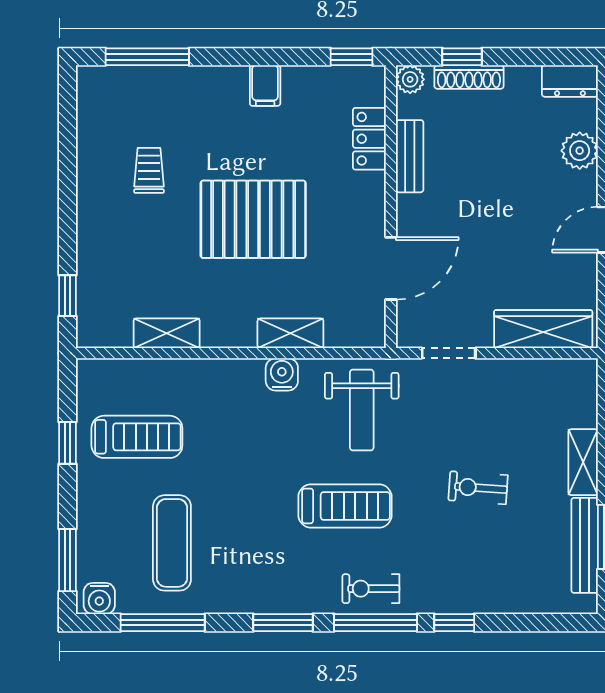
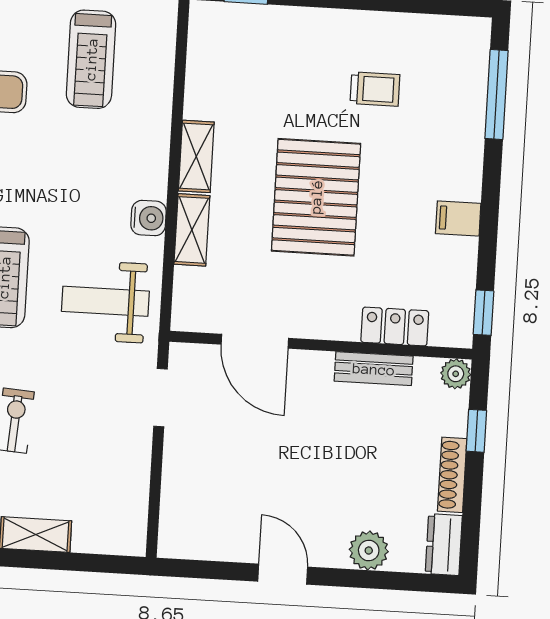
shoe rack: (469, 77) -> (452, 475), moved
wardrobe: (543, 329) -> (180, 500), removed
shelving: (167, 333) -> (196, 156), moved

